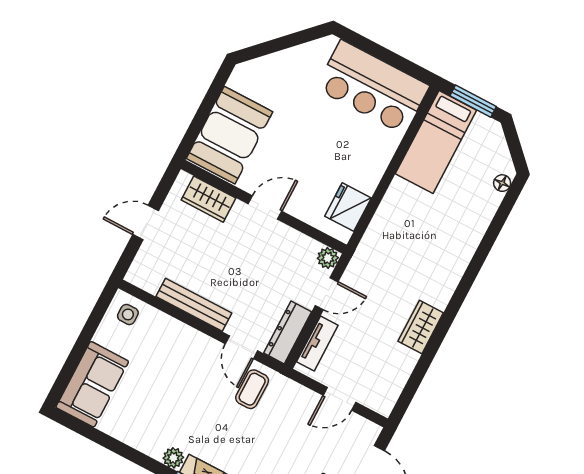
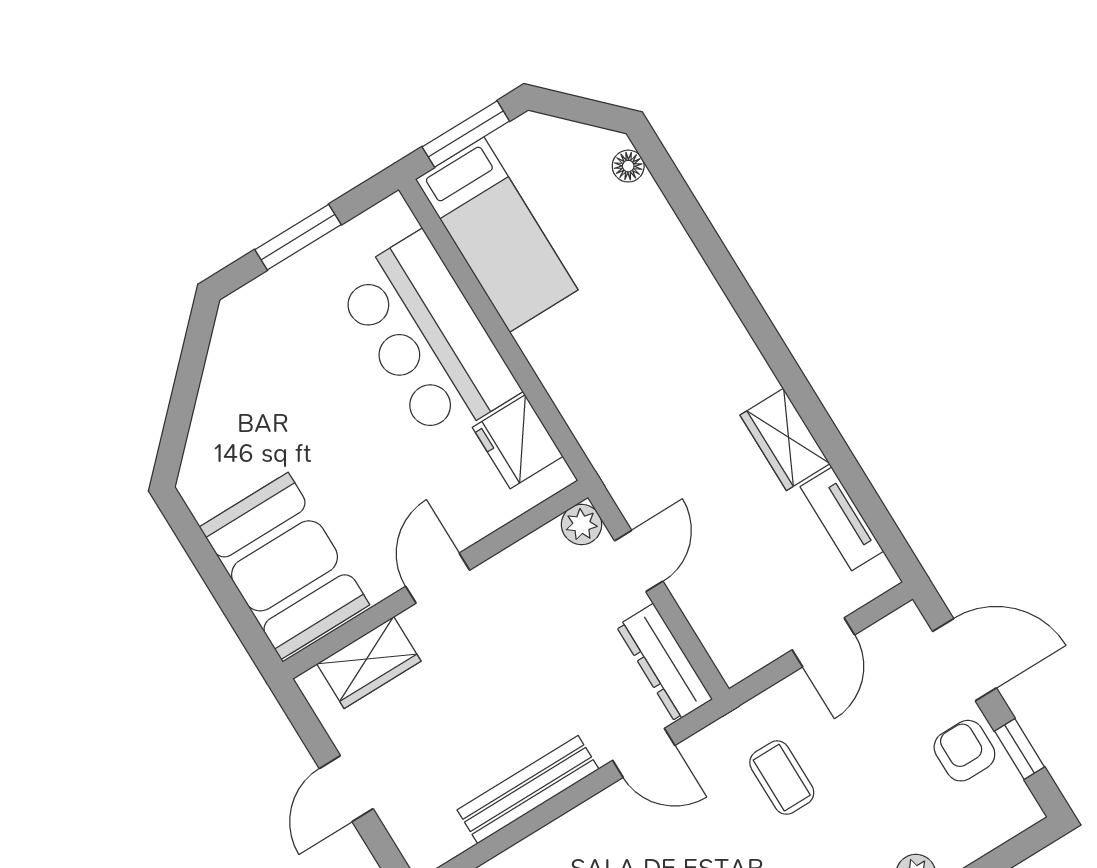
window: (382, 53) -> (298, 237), added
bar counter: (373, 87) -> (428, 338), moved, turned 90
tv unit: (317, 343) -> (842, 519), moved, turned 180
coffee table: (252, 389) -> (782, 778), moved

